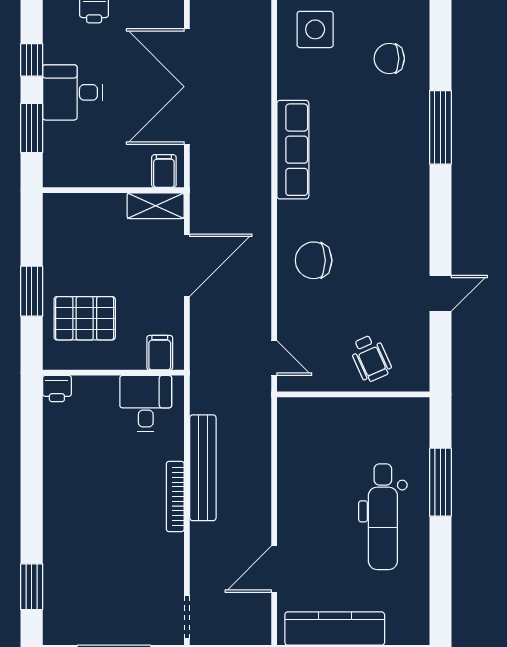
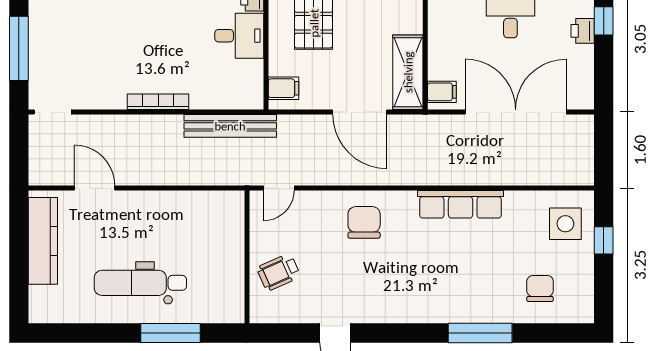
shelving: (156, 206) -> (408, 72), width x1.50, depth x1.33
desk: (146, 403) -> (239, 36), moved
bench: (203, 468) -> (230, 126), moved

